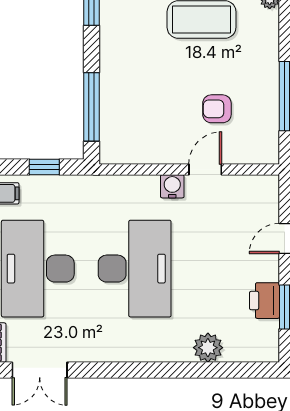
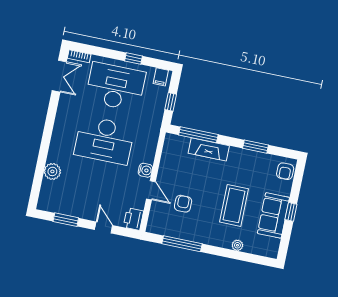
fireplace: (113, 84) -> (209, 149), added
printer: (264, 301) -> (133, 219), moved, turned -90
double door: (40, 370) -> (59, 76), swing flipped

